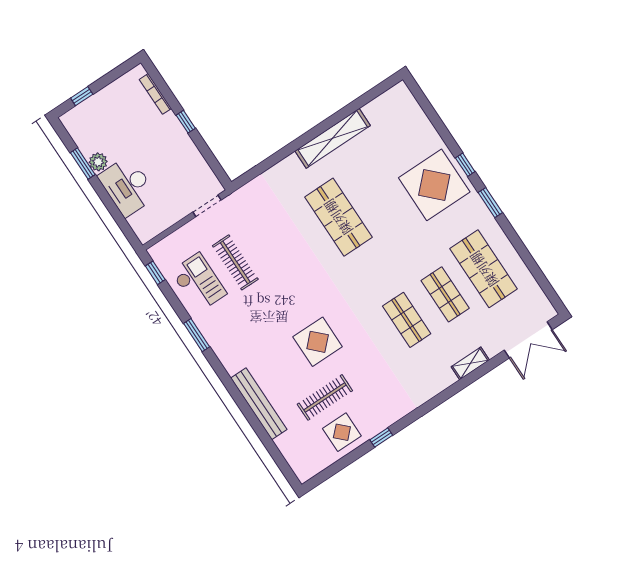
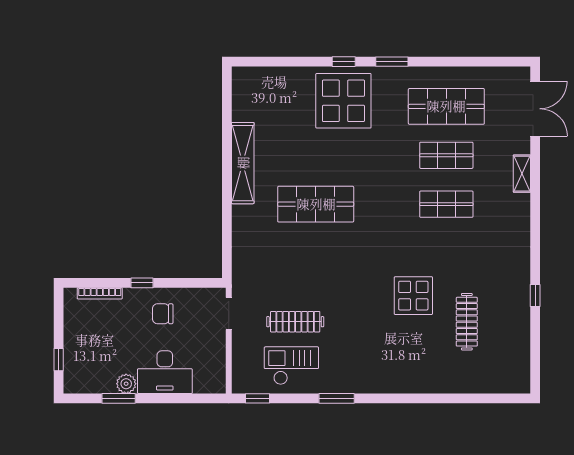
chair: (172, 154) -> (163, 314), added
bench: (259, 404) -> (434, 384), removed
display table: (342, 432) -> (507, 327), removed

